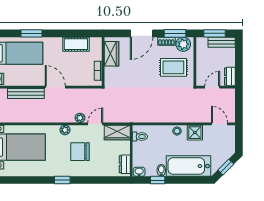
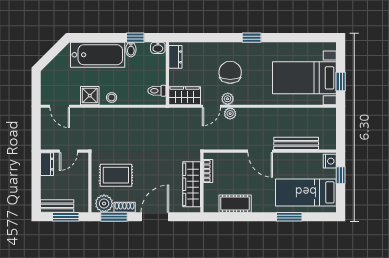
wardrobe: (112, 54) -> (192, 184), width x1.50
plant: (65, 130) -> (228, 99), moved
chair: (80, 152) -> (230, 72), turned -90
window: (226, 167) -> (52, 53), removed

